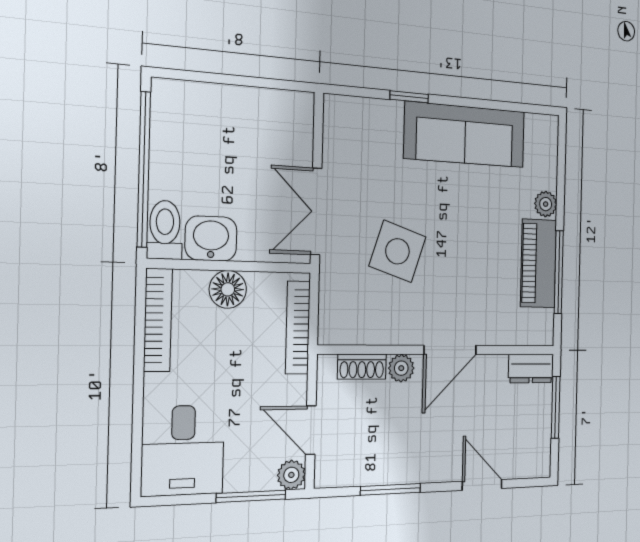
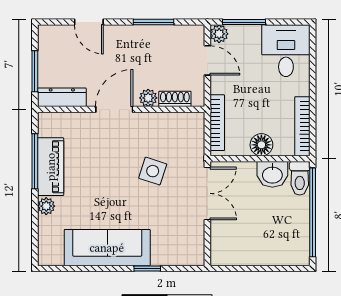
side table: (397, 251) -> (153, 171), width x0.73, depth x0.73
dresser: (531, 368) -> (62, 97), width x1.44

